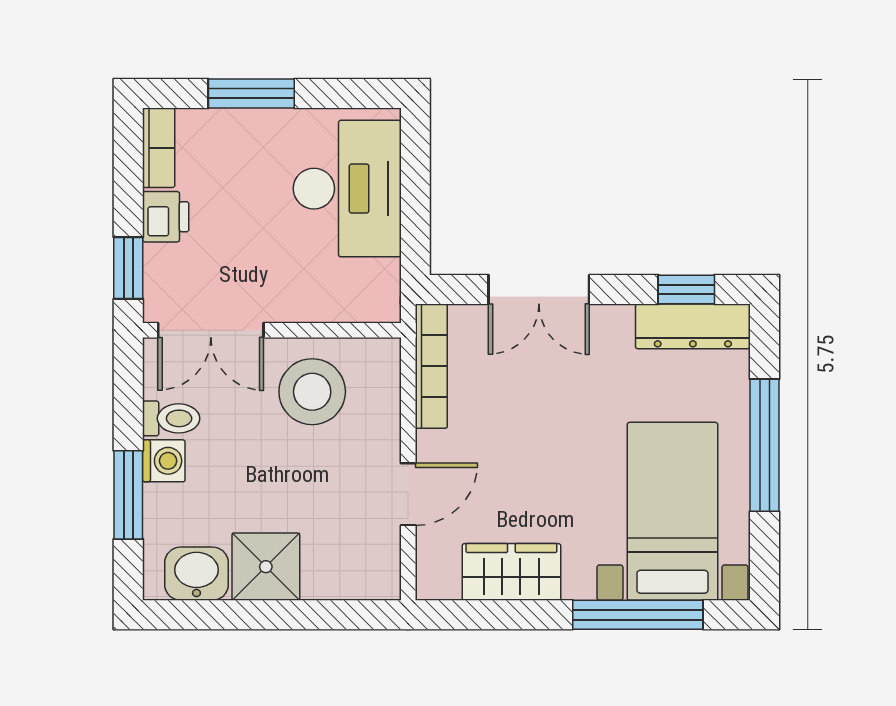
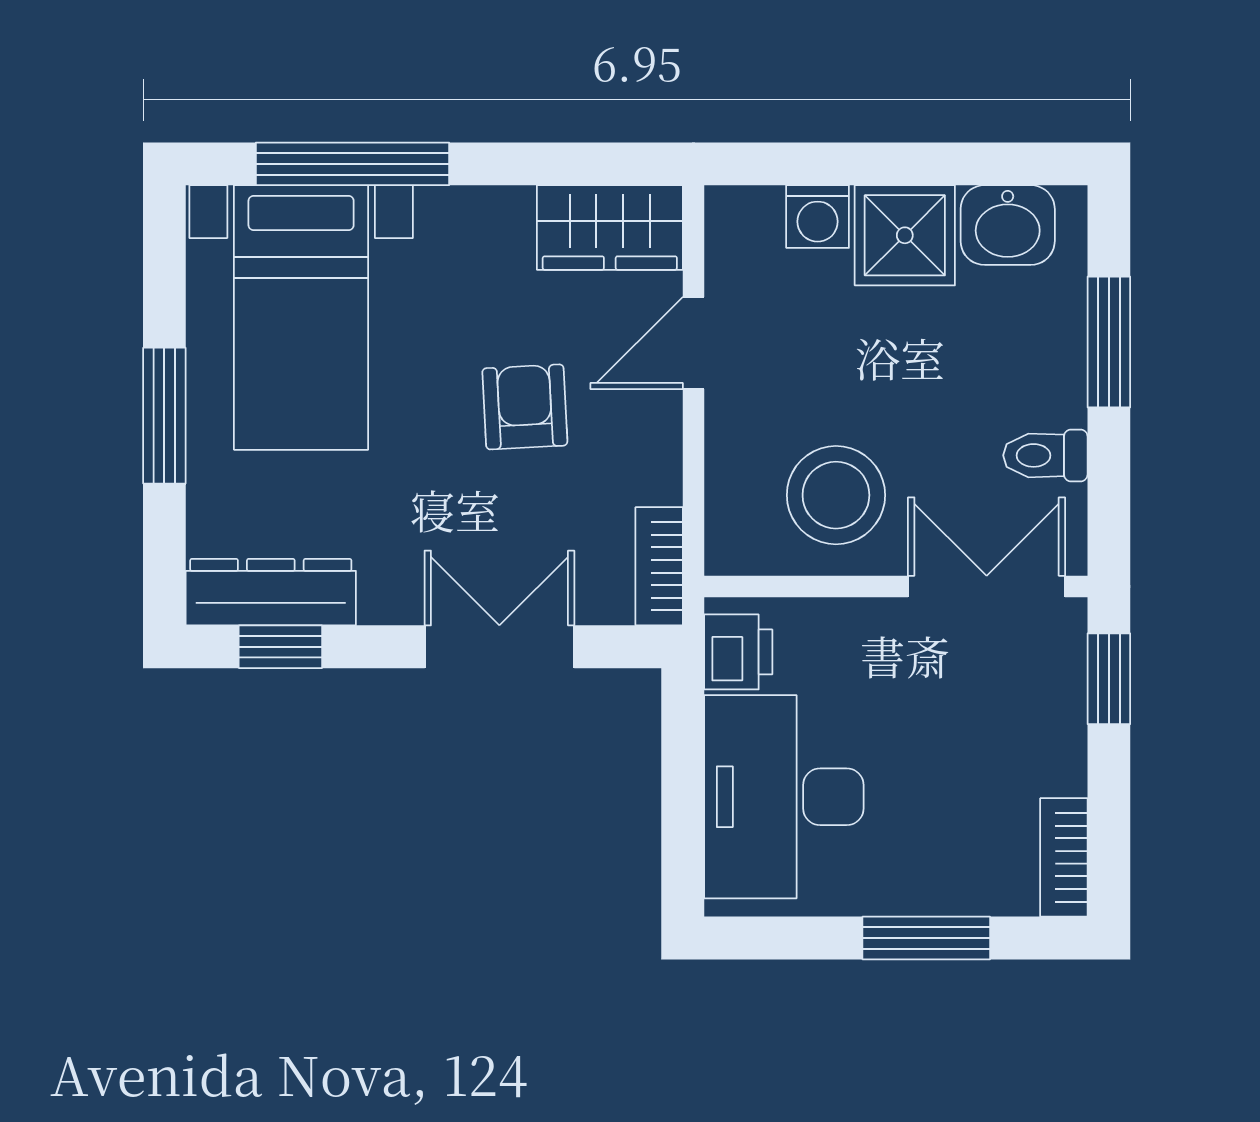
printer: (166, 217) -> (738, 652), moved, turned 180
bookcase: (431, 366) -> (659, 566), width x0.64
window: (765, 445) -> (164, 416), width x0.69
armchair: (522, 451) -> (525, 407), added
washing machine: (164, 461) -> (818, 217), moved, turned -90
wardrobe: (511, 572) -> (610, 227), moved

